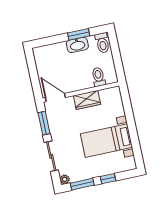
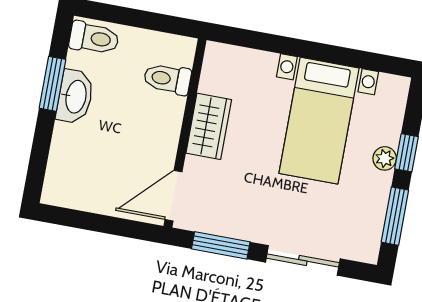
plant: (65, 179) -> (385, 158), moved

